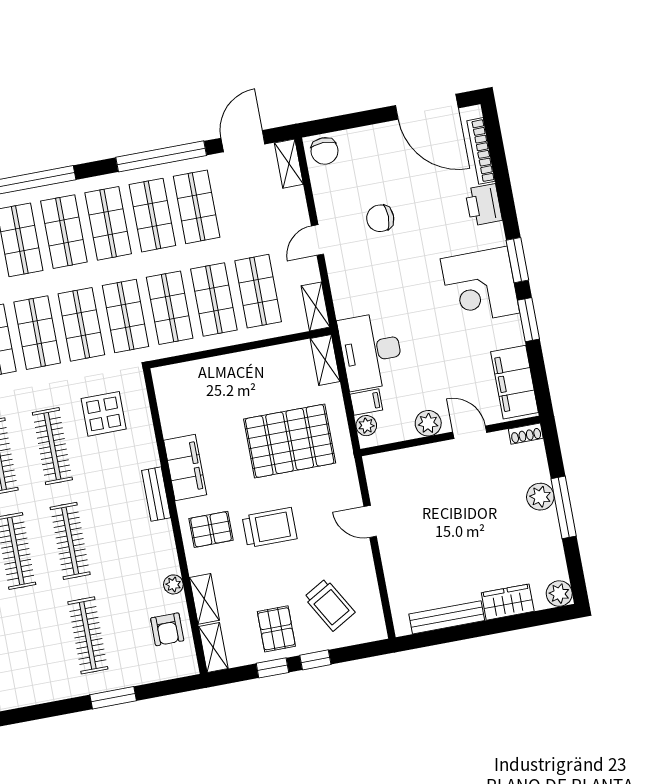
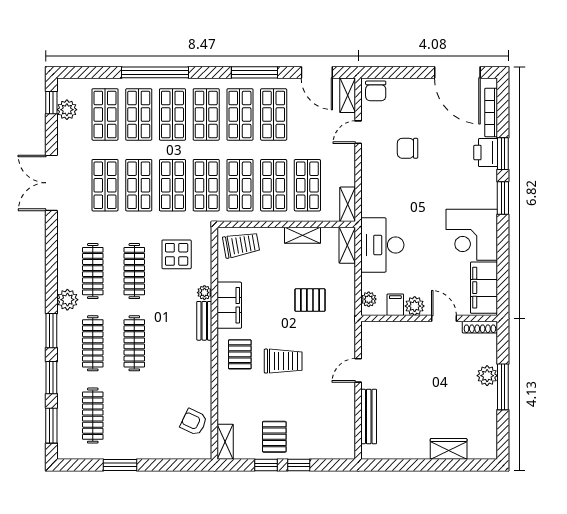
door: (243, 141) -> (317, 72), swing flipped
window: (161, 156) -> (255, 72), width x0.68
door: (317, 240) -> (358, 132), moved
corner desk: (480, 286) -> (472, 235), moved
window: (528, 320) -> (503, 154), moved
filing cabinet: (366, 402) -> (395, 305), moved, turned -90
shoe rack: (526, 434) -> (480, 327), width x1.43
pallet: (290, 441) -> (310, 300), width x0.49, depth x0.50
door: (370, 521) -> (358, 370), hinge flipped
pallet: (211, 529) -> (240, 354), turned 90
plant: (173, 584) -> (204, 293), moved
plant: (559, 594) -> (488, 450), removed
shelving: (204, 599) -> (302, 235), moved, turned 90
trolley: (329, 605) -> (241, 245), moved, turned -70
bench: (447, 617) -> (369, 416), moved, turned 90
armchair: (167, 629) -> (194, 422), turned 115
clothes rail: (88, 635) -> (93, 416), moved
window: (113, 698) -> (120, 465), moved

